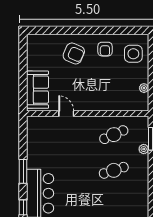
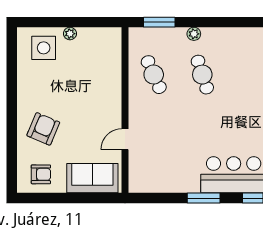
armchair: (105, 49) -> (41, 174), moved
plant: (144, 88) -> (70, 34), moved
plant: (144, 149) -> (194, 34), moved

